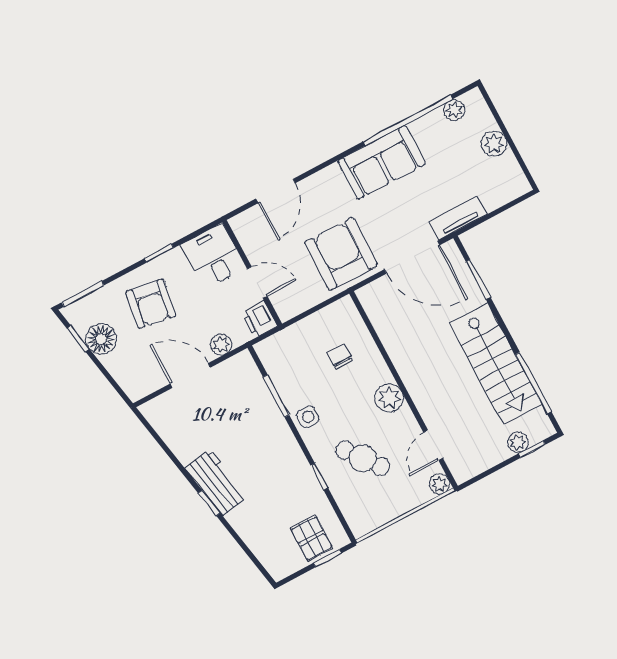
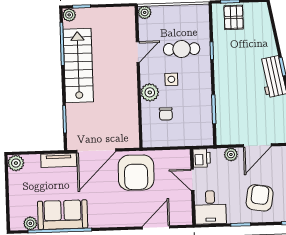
plant: (494, 143) -> (16, 163), moved
sofa: (381, 162) -> (63, 215), moved
door: (412, 257) -> (96, 151), swing flipped
door: (190, 376) -> (257, 145), hinge flipped
plant: (389, 398) -> (150, 92), moved
side table: (308, 417) -> (171, 79), moved
plant: (518, 442) -> (69, 15), moved
door: (433, 445) -> (138, 52), moved
cafe table: (363, 458) -> (182, 49), turned -53

